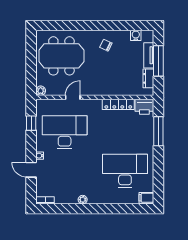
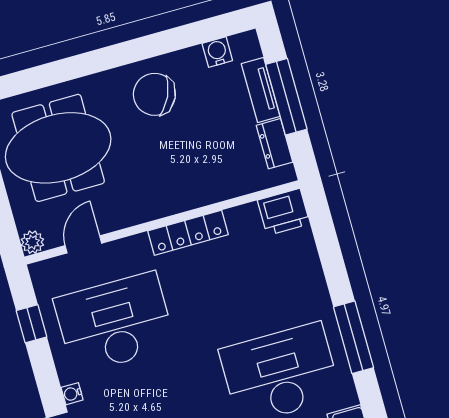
chair: (106, 45) -> (154, 94), width x1.87, depth x1.87
door: (73, 97) -> (83, 244), moved
locker: (118, 104) -> (188, 233), moved
window: (158, 131) -> (353, 337), moved

